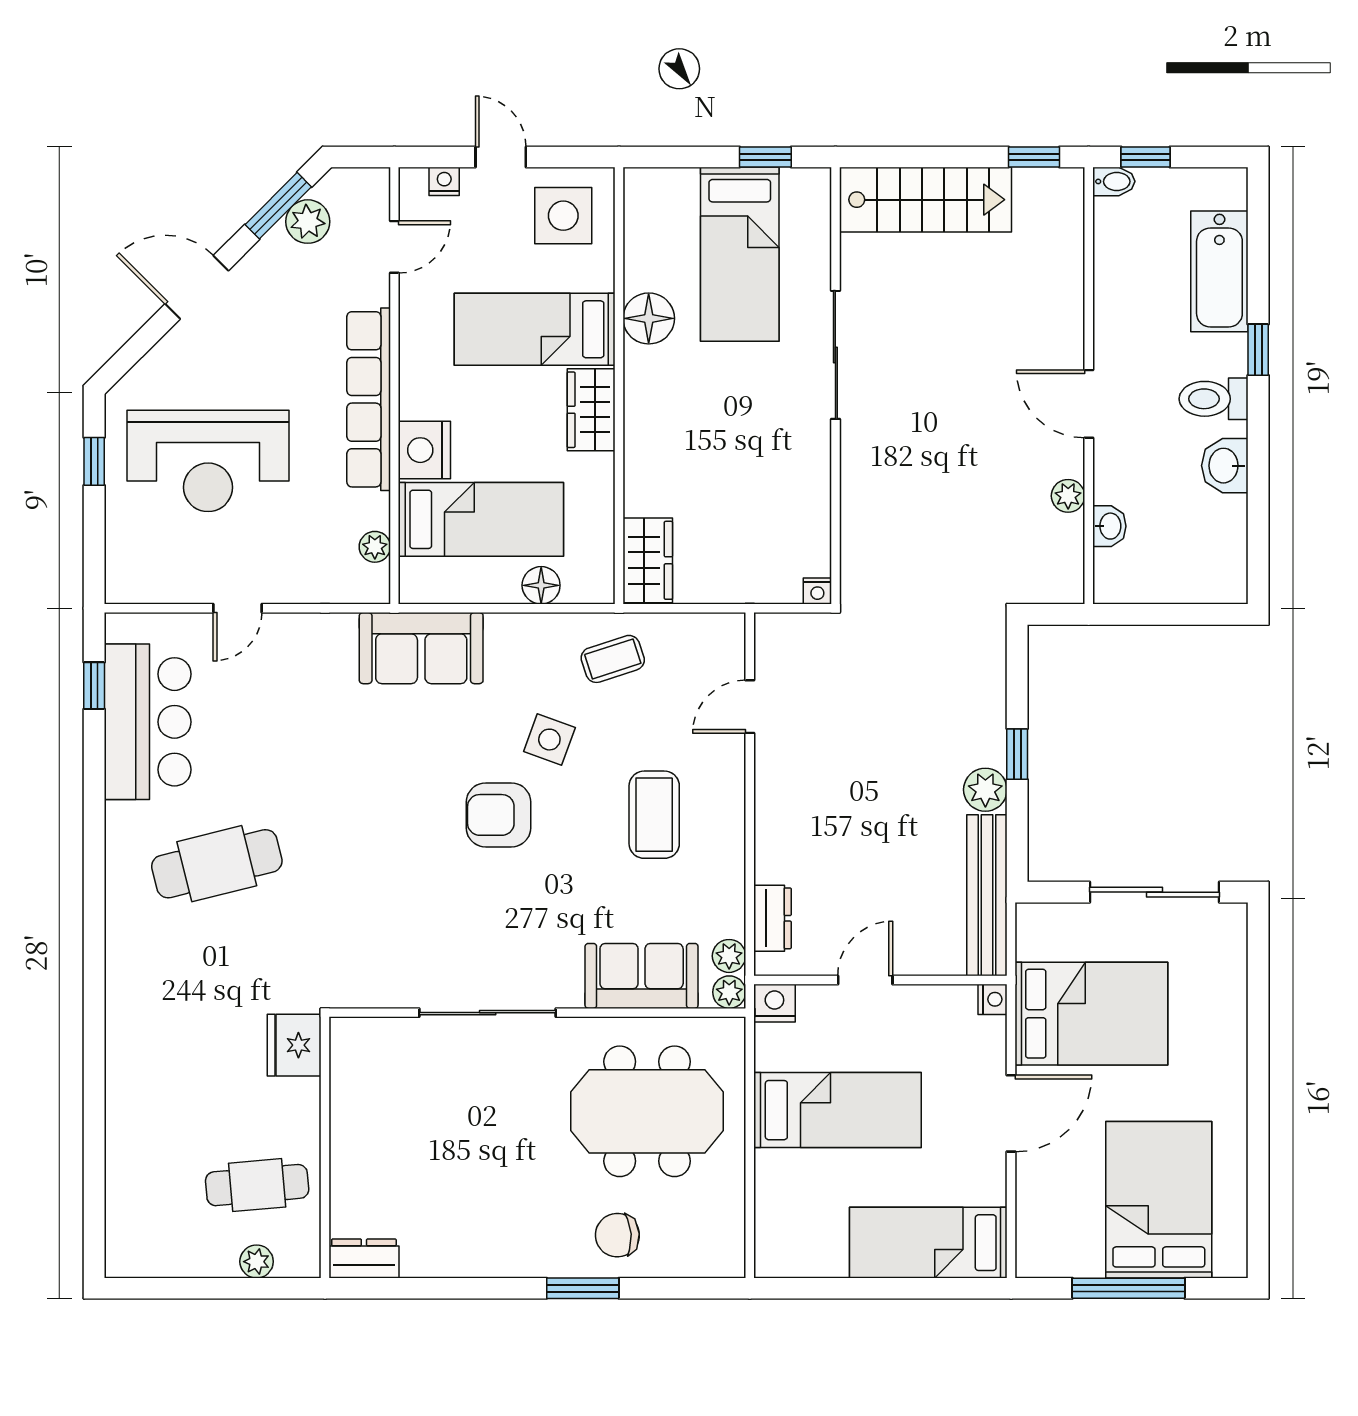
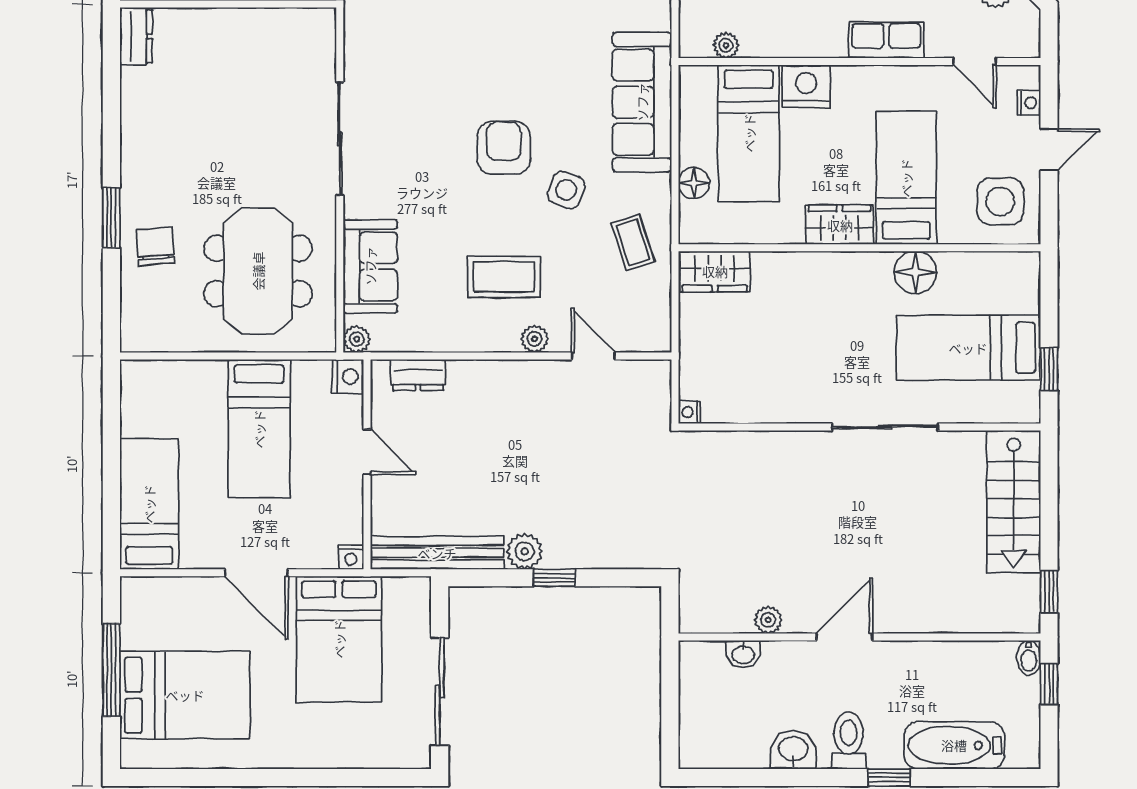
row of seats: (369, 399) -> (886, 40), width x0.50
sofa: (421, 648) -> (642, 102), width x1.36
plant: (729, 956) -> (534, 339), moved

